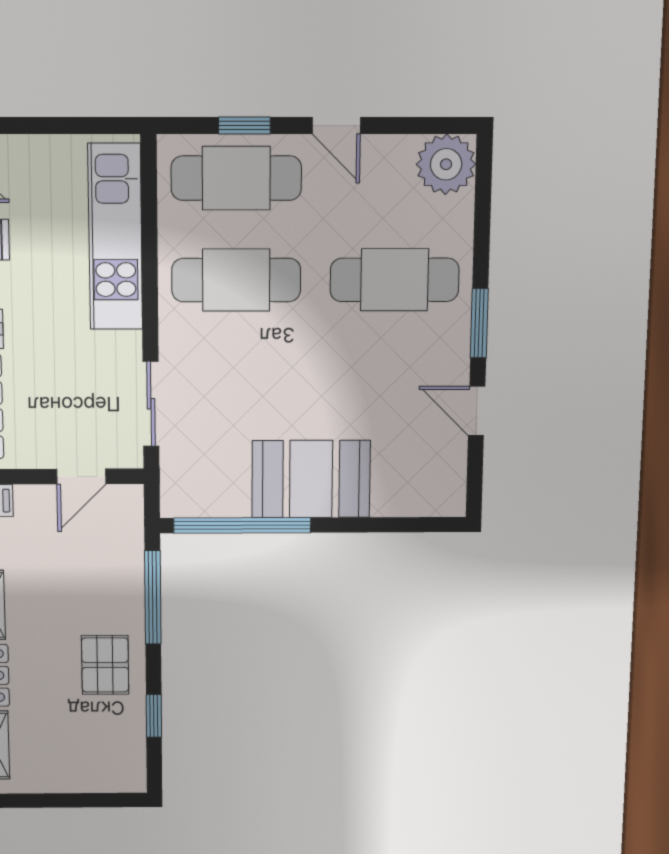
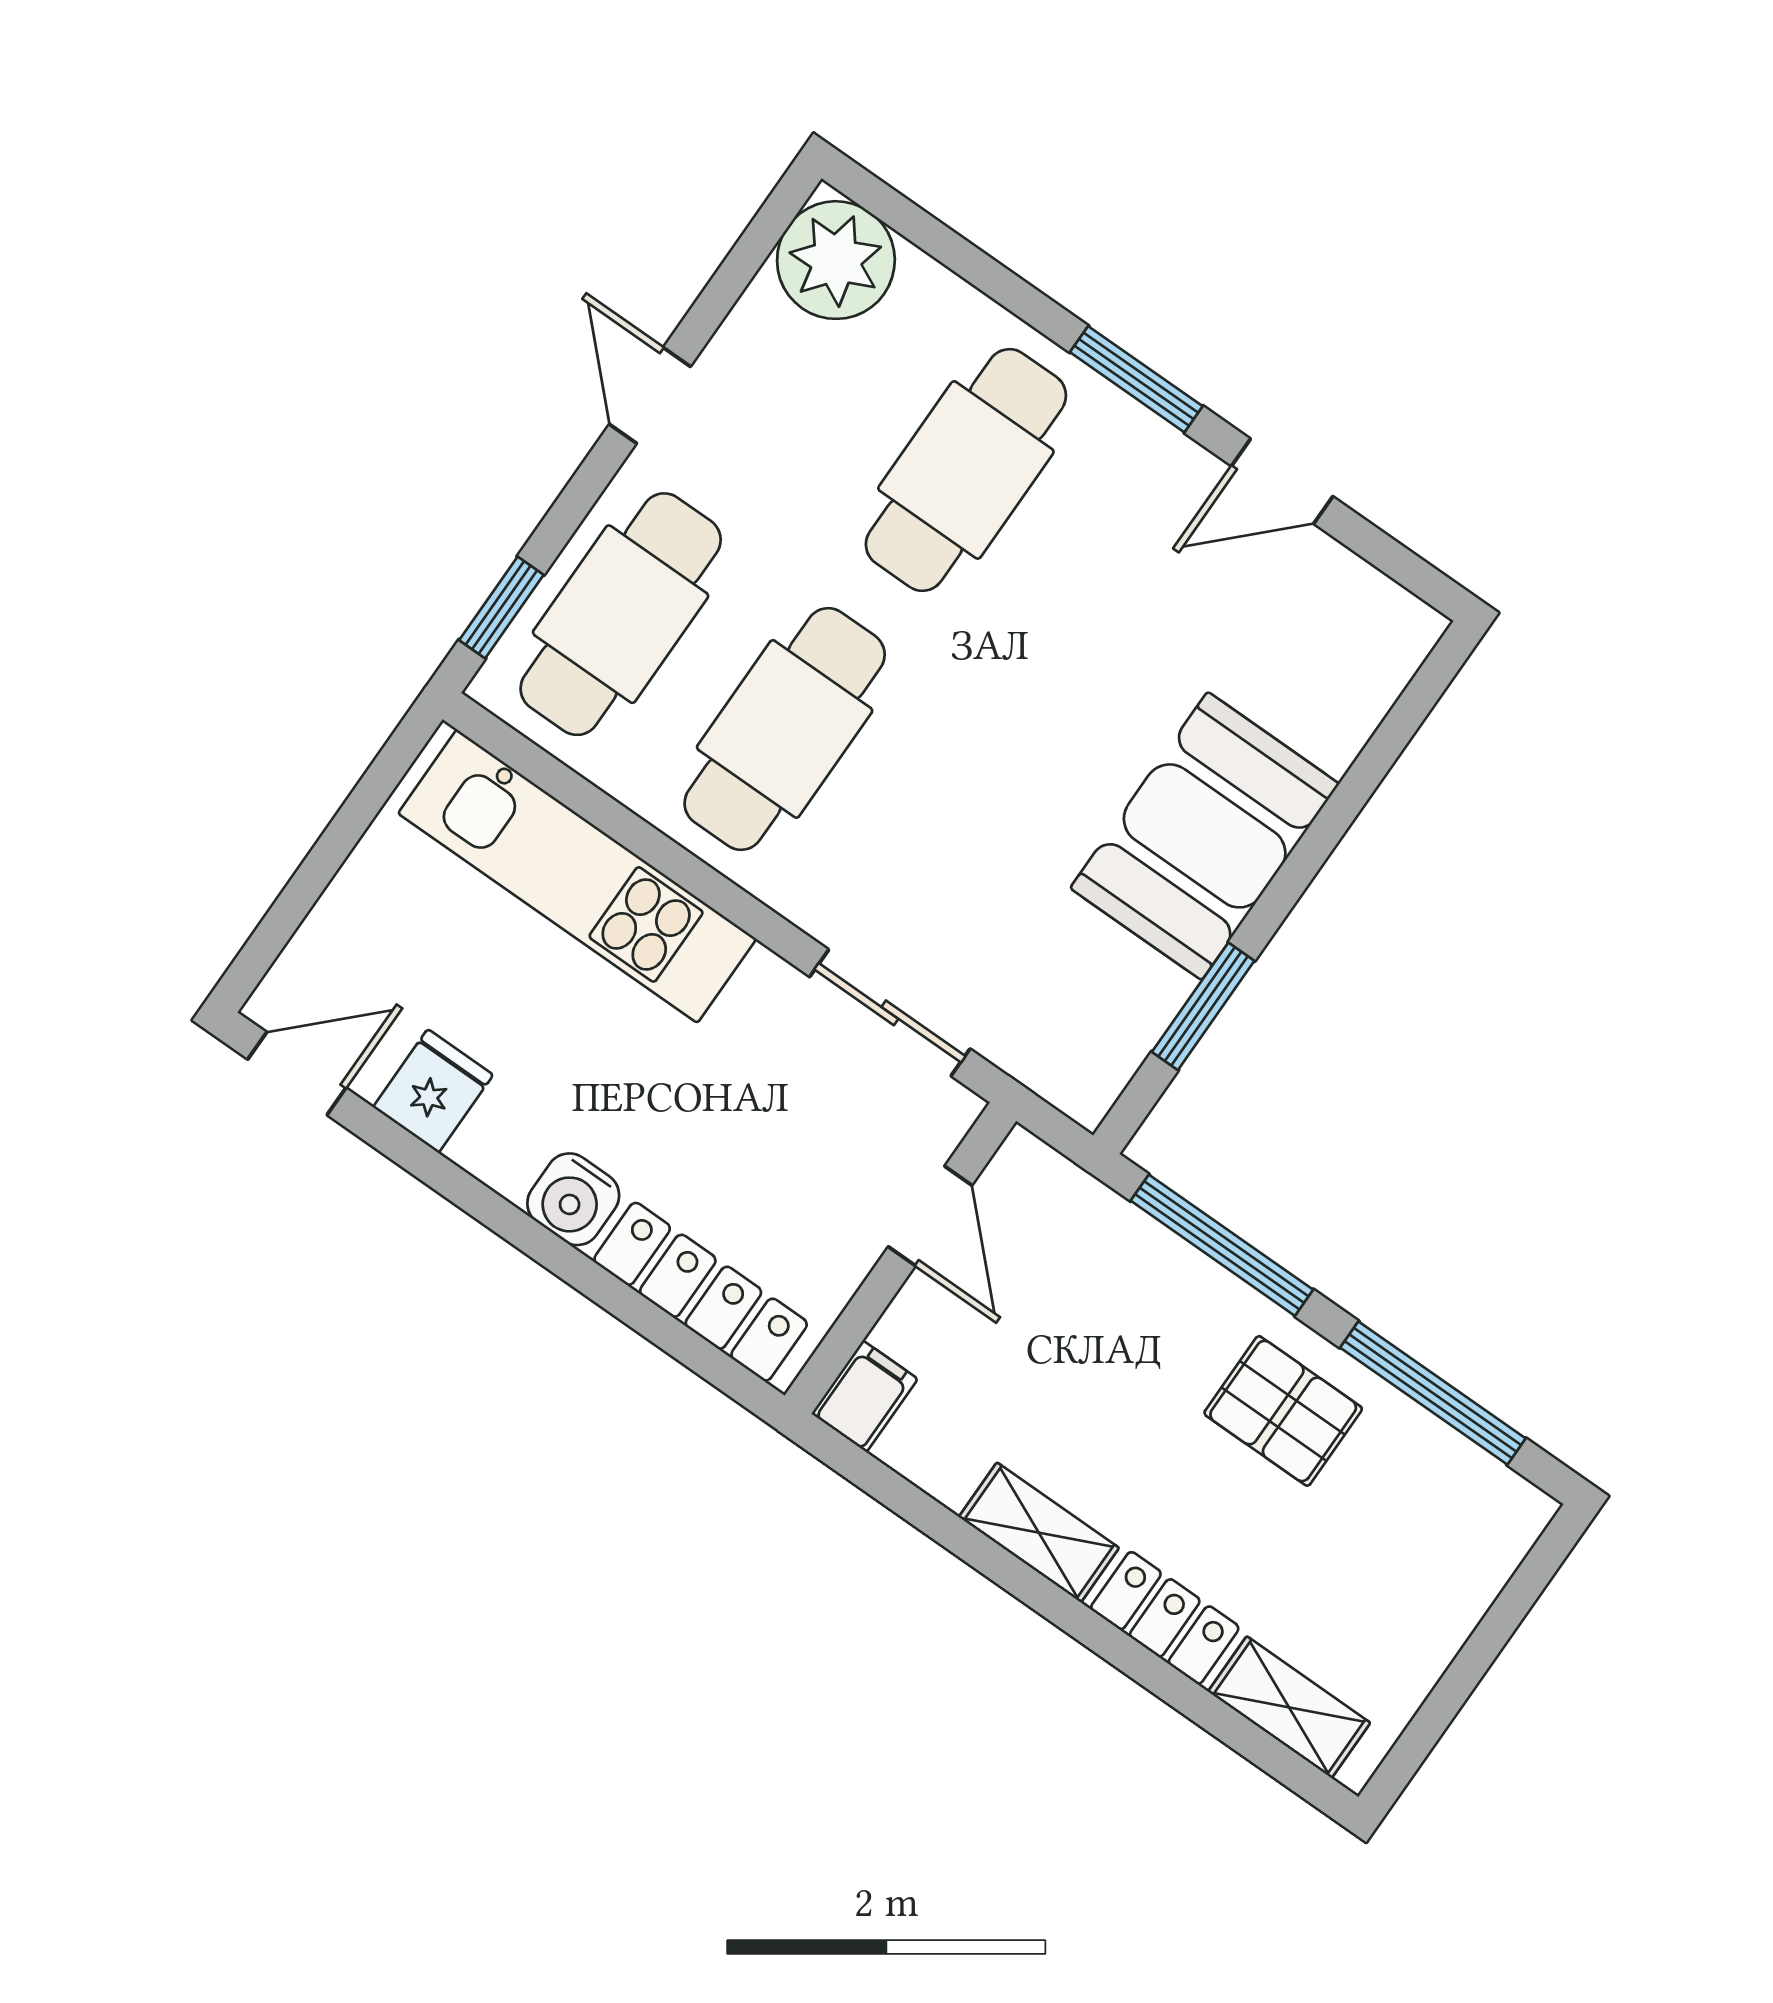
window: (244, 126) -> (501, 607), moved
door: (336, 126) -> (650, 395), swing flipped
window: (242, 525) -> (1203, 1006), width x0.47
window: (154, 716) -> (1433, 1393), width x2.17

